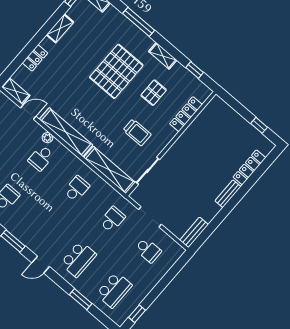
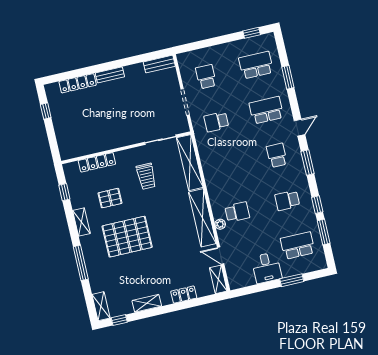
trolley: (137, 132) -> (146, 176), turned 180
school desk: (77, 189) -> (277, 155), moved, turned 90
door: (41, 265) -> (299, 128), hinge flipped

